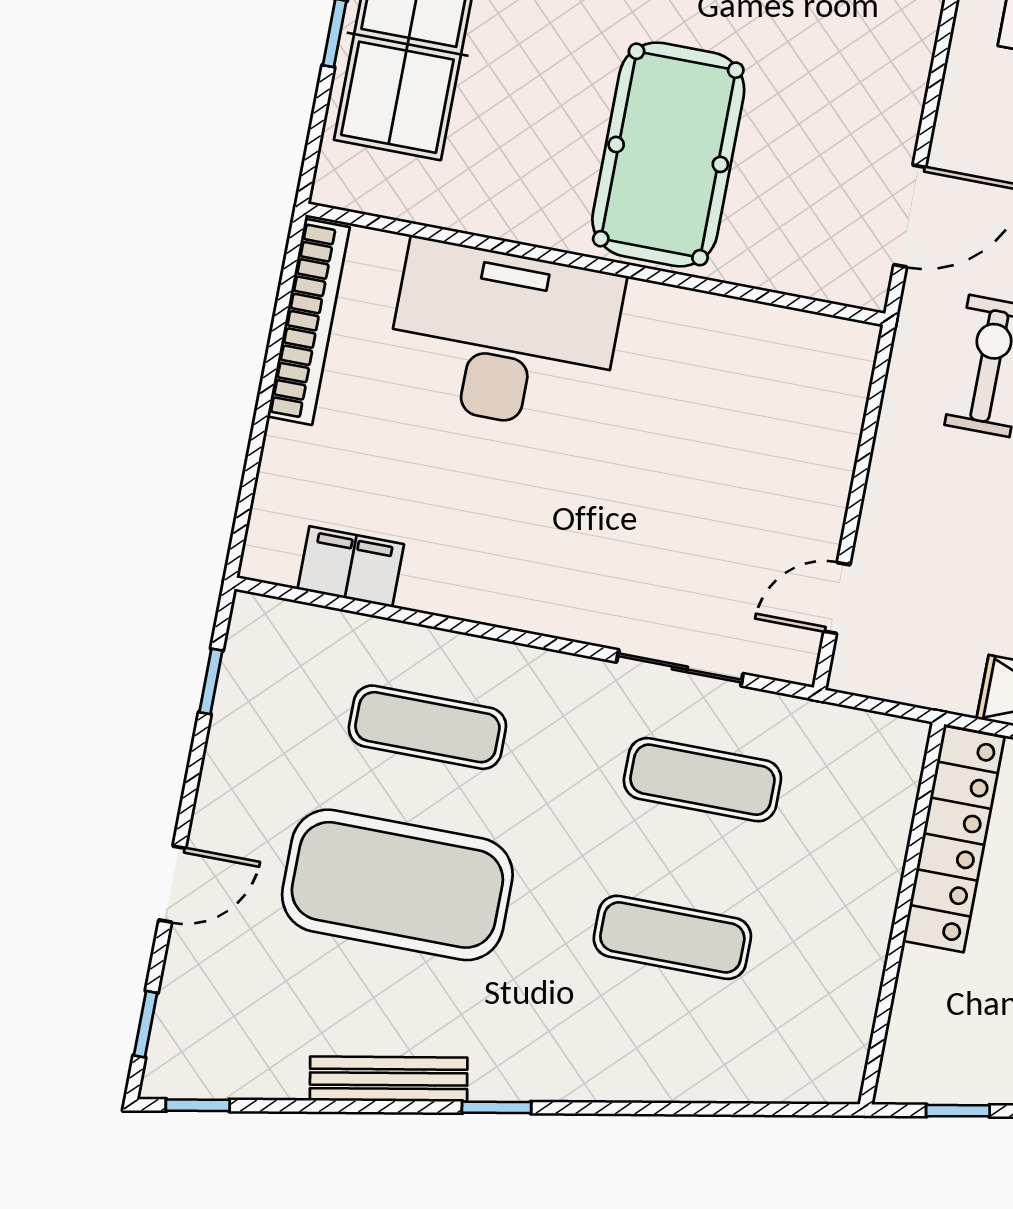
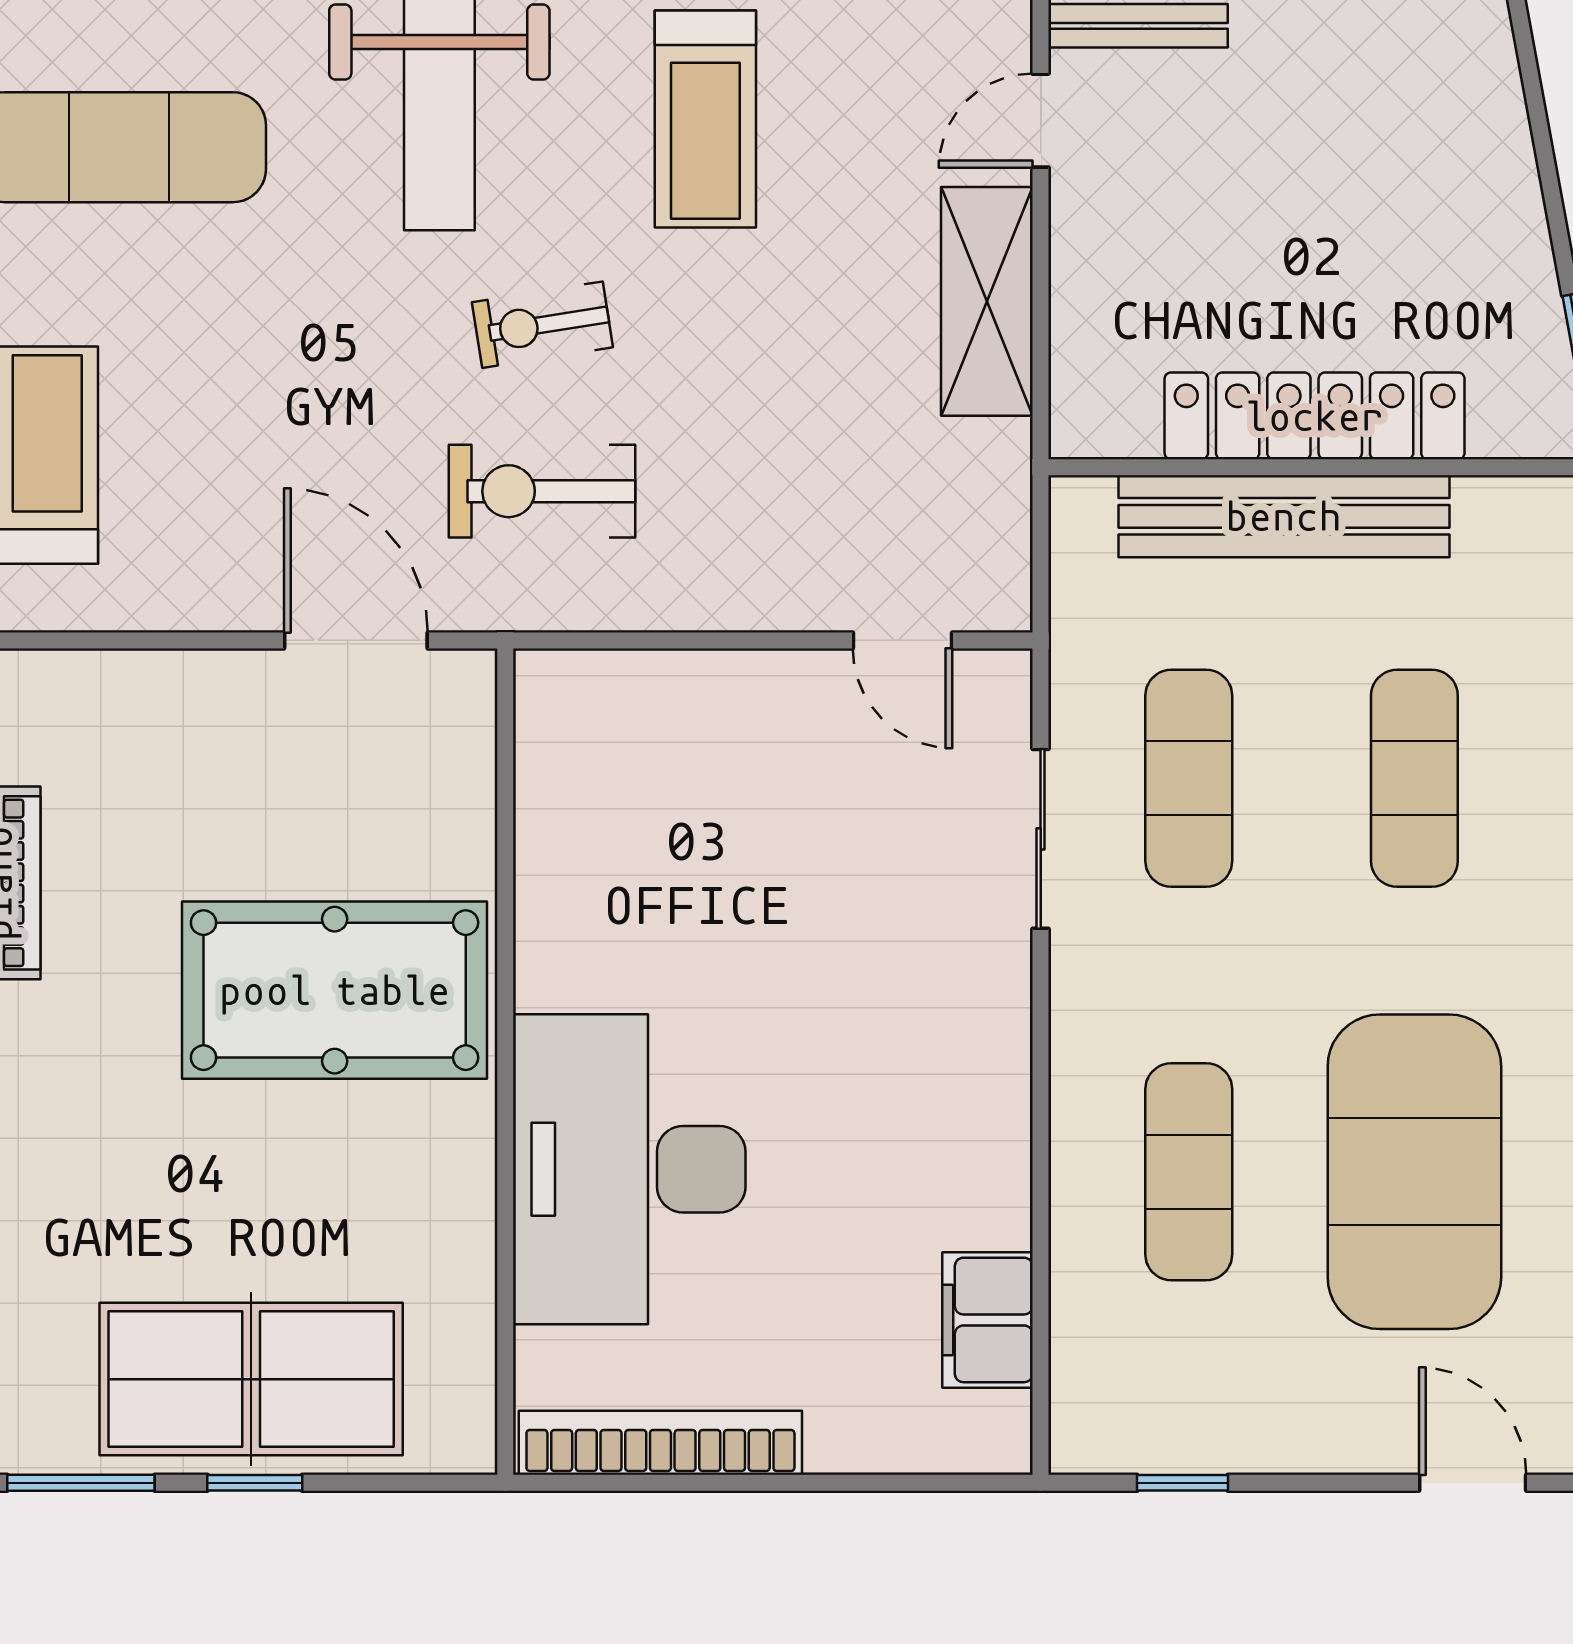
locker: (954, 839) -> (1315, 416), moved
bench: (873, 881) -> (1284, 516), added

